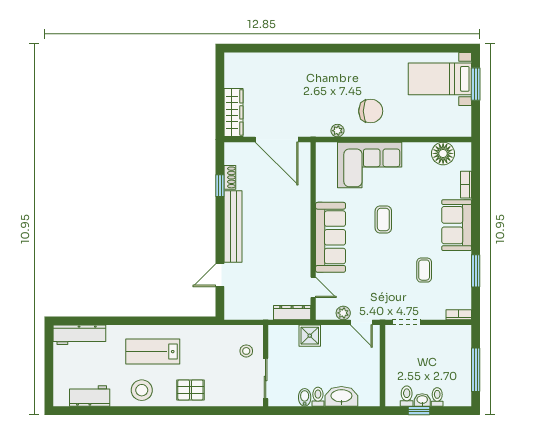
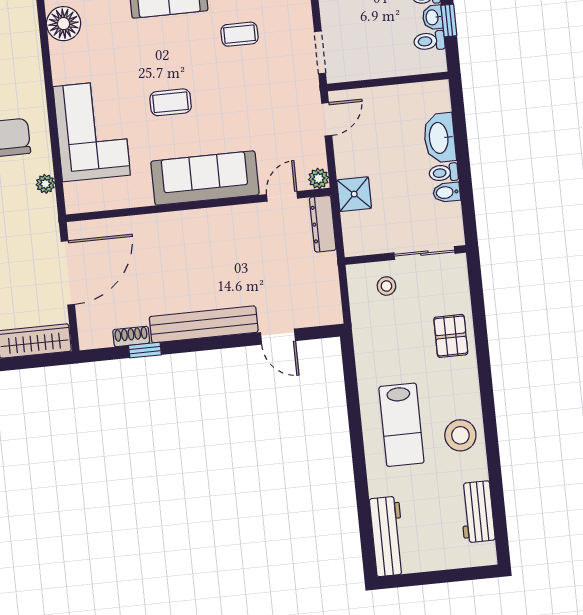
plant: (343, 313) -> (319, 178), moved
pallet: (190, 390) -> (451, 336), moved

